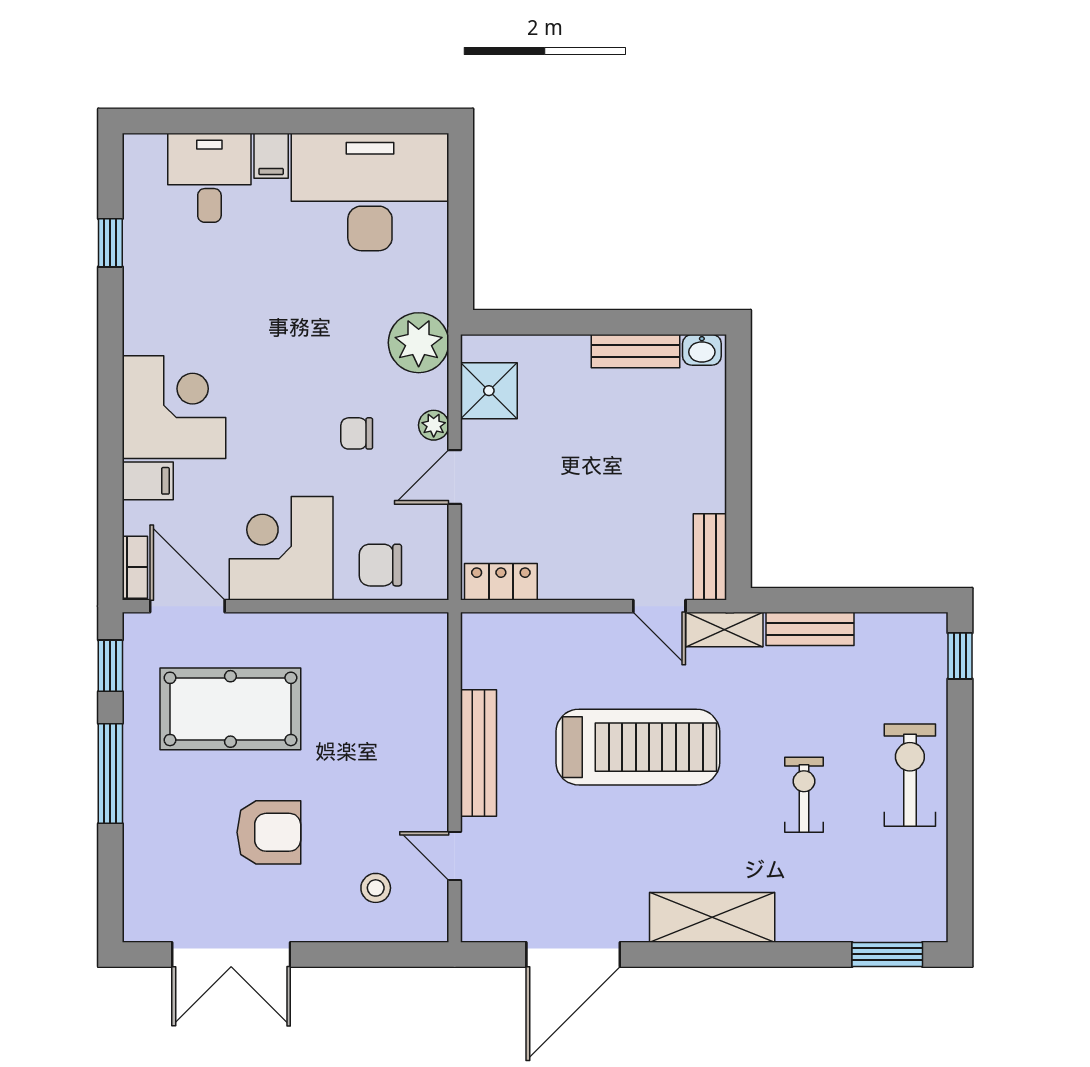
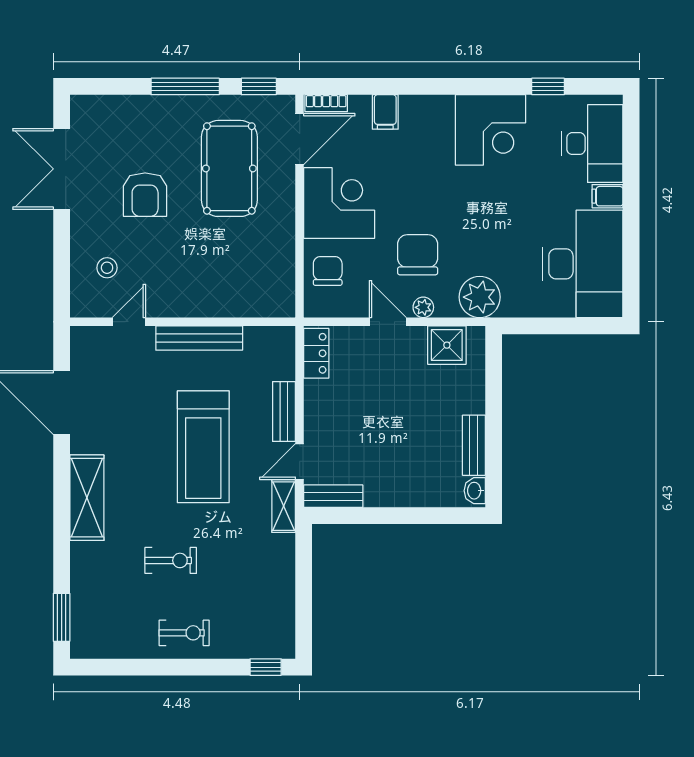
desk: (209, 178) -> (592, 144), width x1.37
corner desk: (174, 407) -> (490, 130), moved
chair: (357, 433) -> (418, 255), width x1.87, depth x1.87
bench: (810, 629) -> (284, 411), moved
exercise bike: (910, 775) -> (184, 633), width x0.73, depth x0.72

